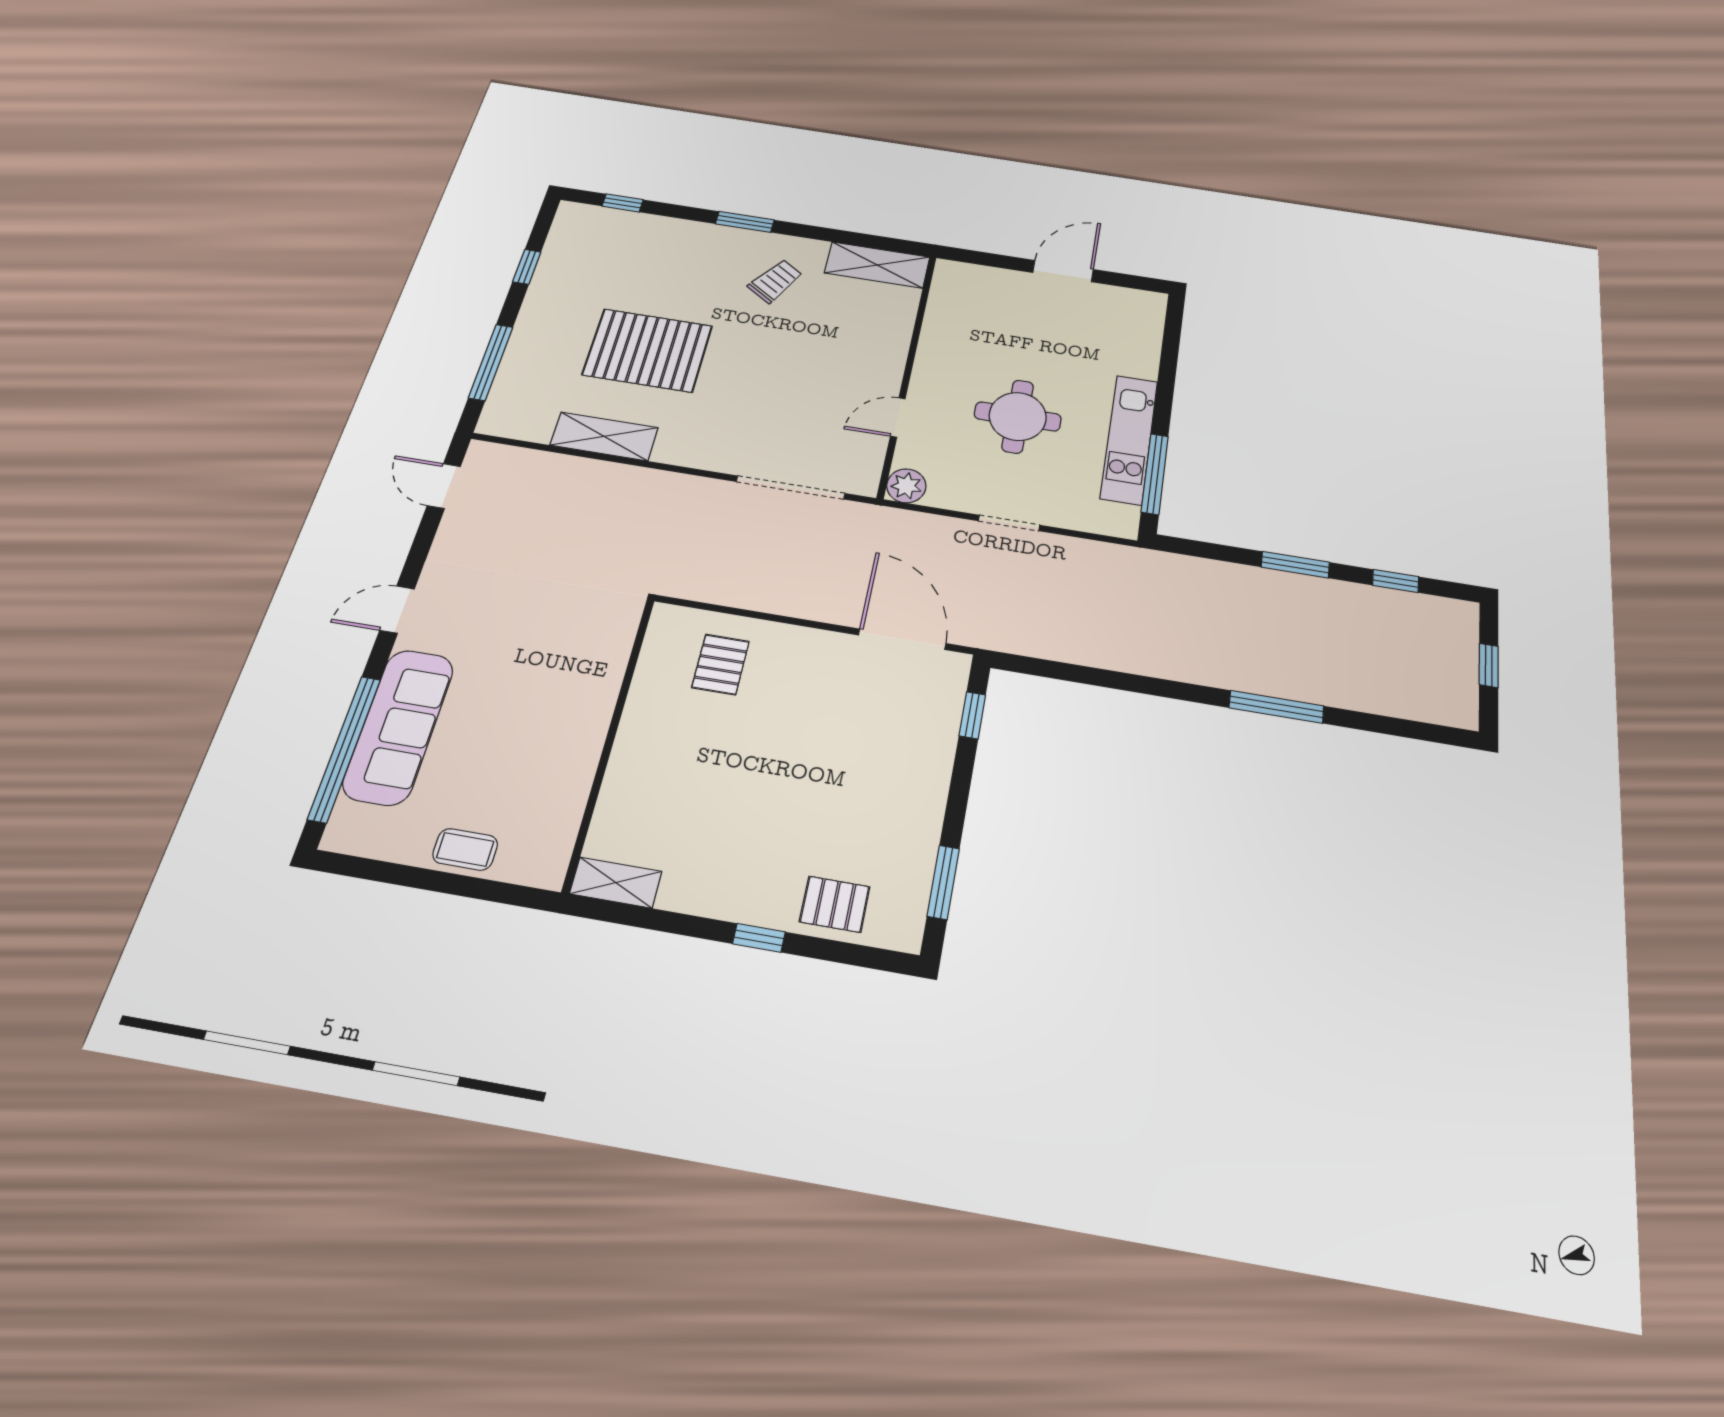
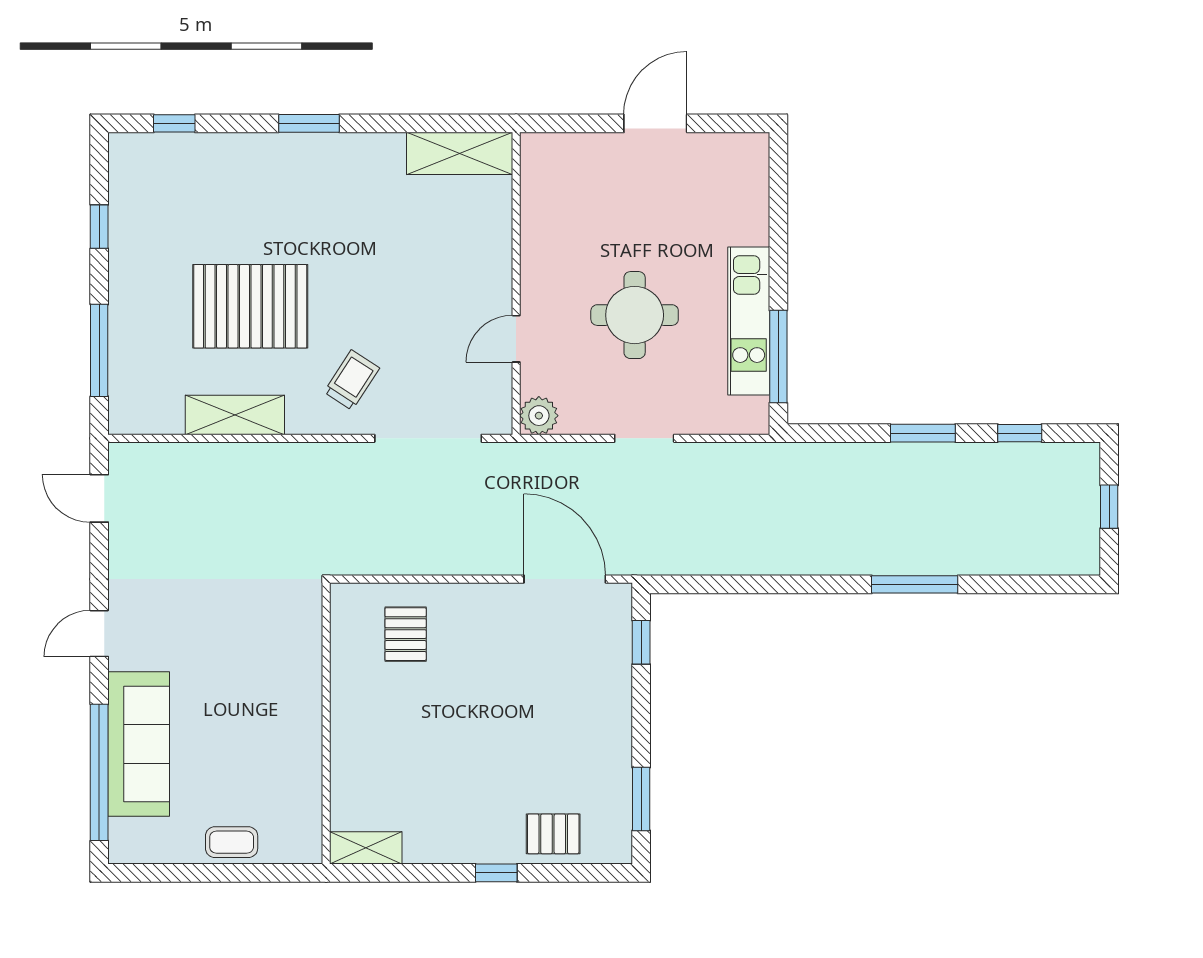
trolley: (775, 281) -> (352, 380), moved

